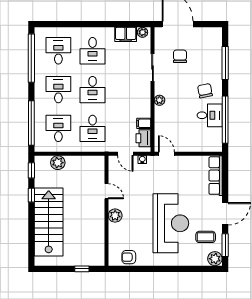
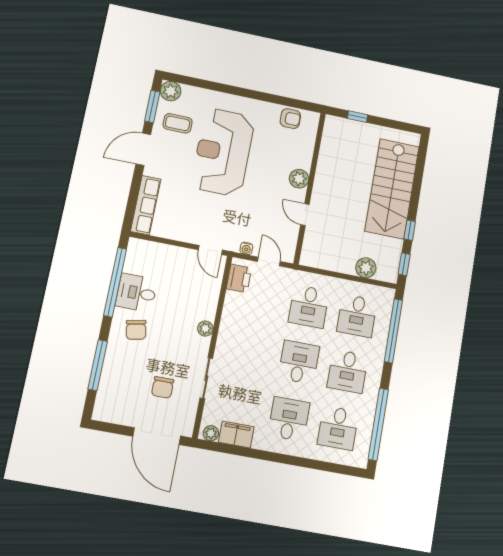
filing cabinet: (144, 123) -> (234, 300), removed
desk: (93, 128) -> (309, 306), turned 180

